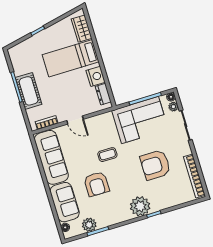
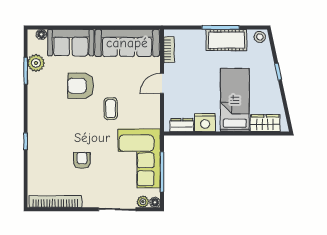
stool: (15, 54) -> (260, 37), added
cot: (29, 91) -> (226, 40), moved
armchair: (155, 165) -> (82, 160), width x0.53, depth x0.53
plant: (140, 206) -> (40, 128), removed

